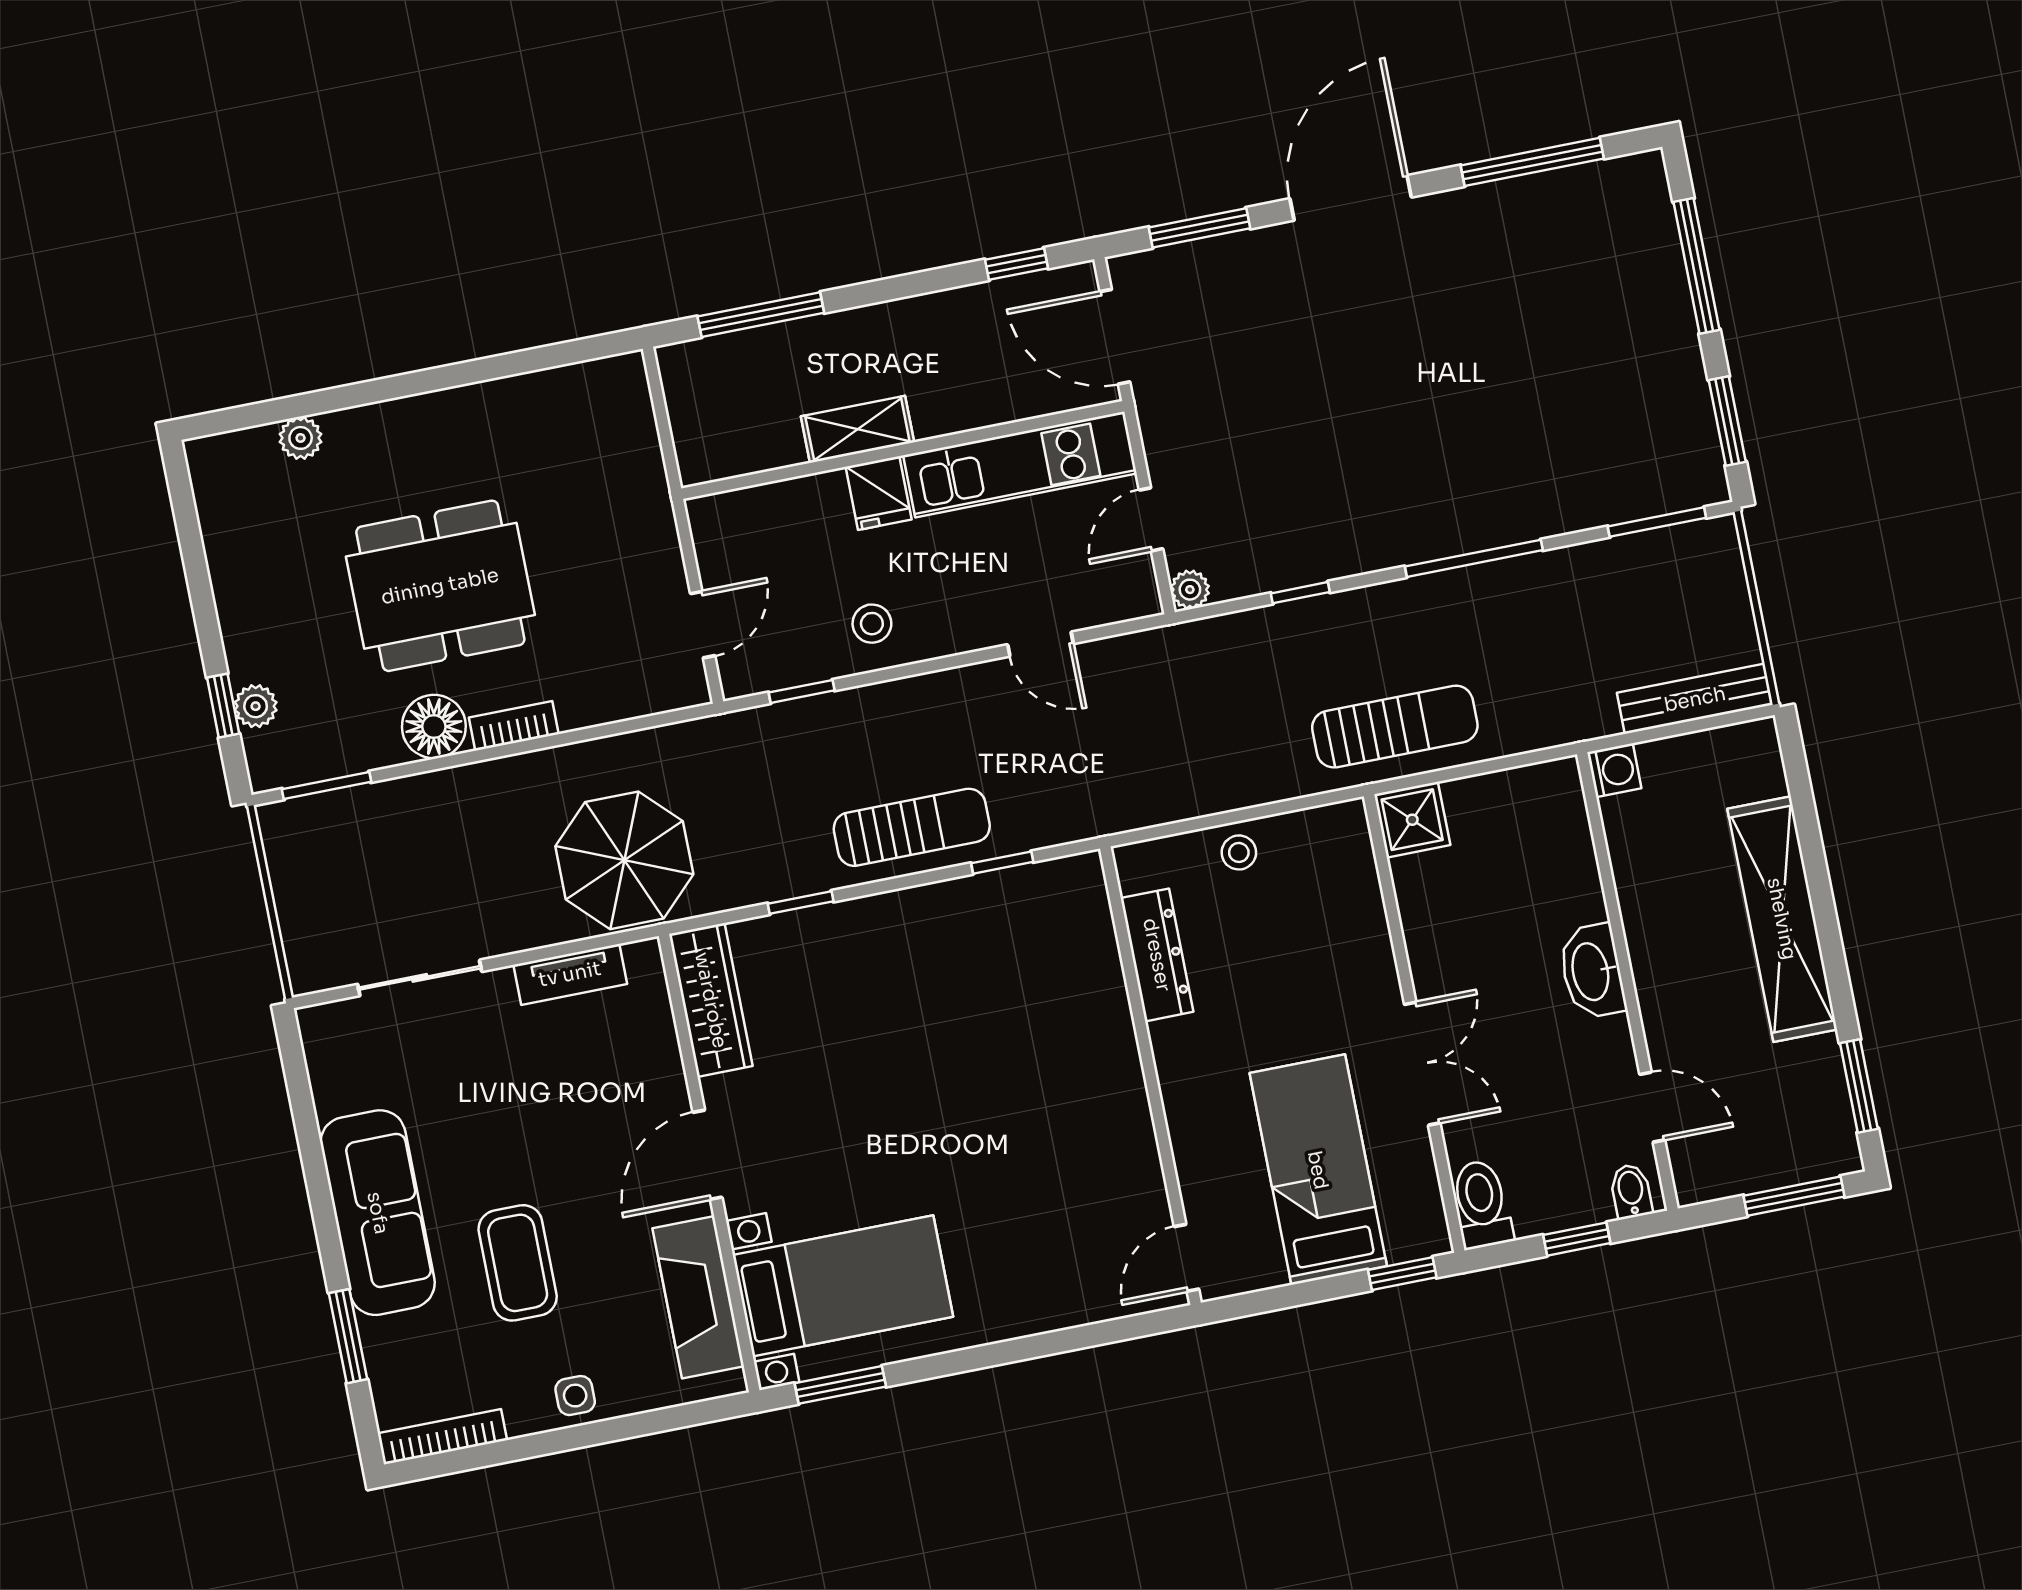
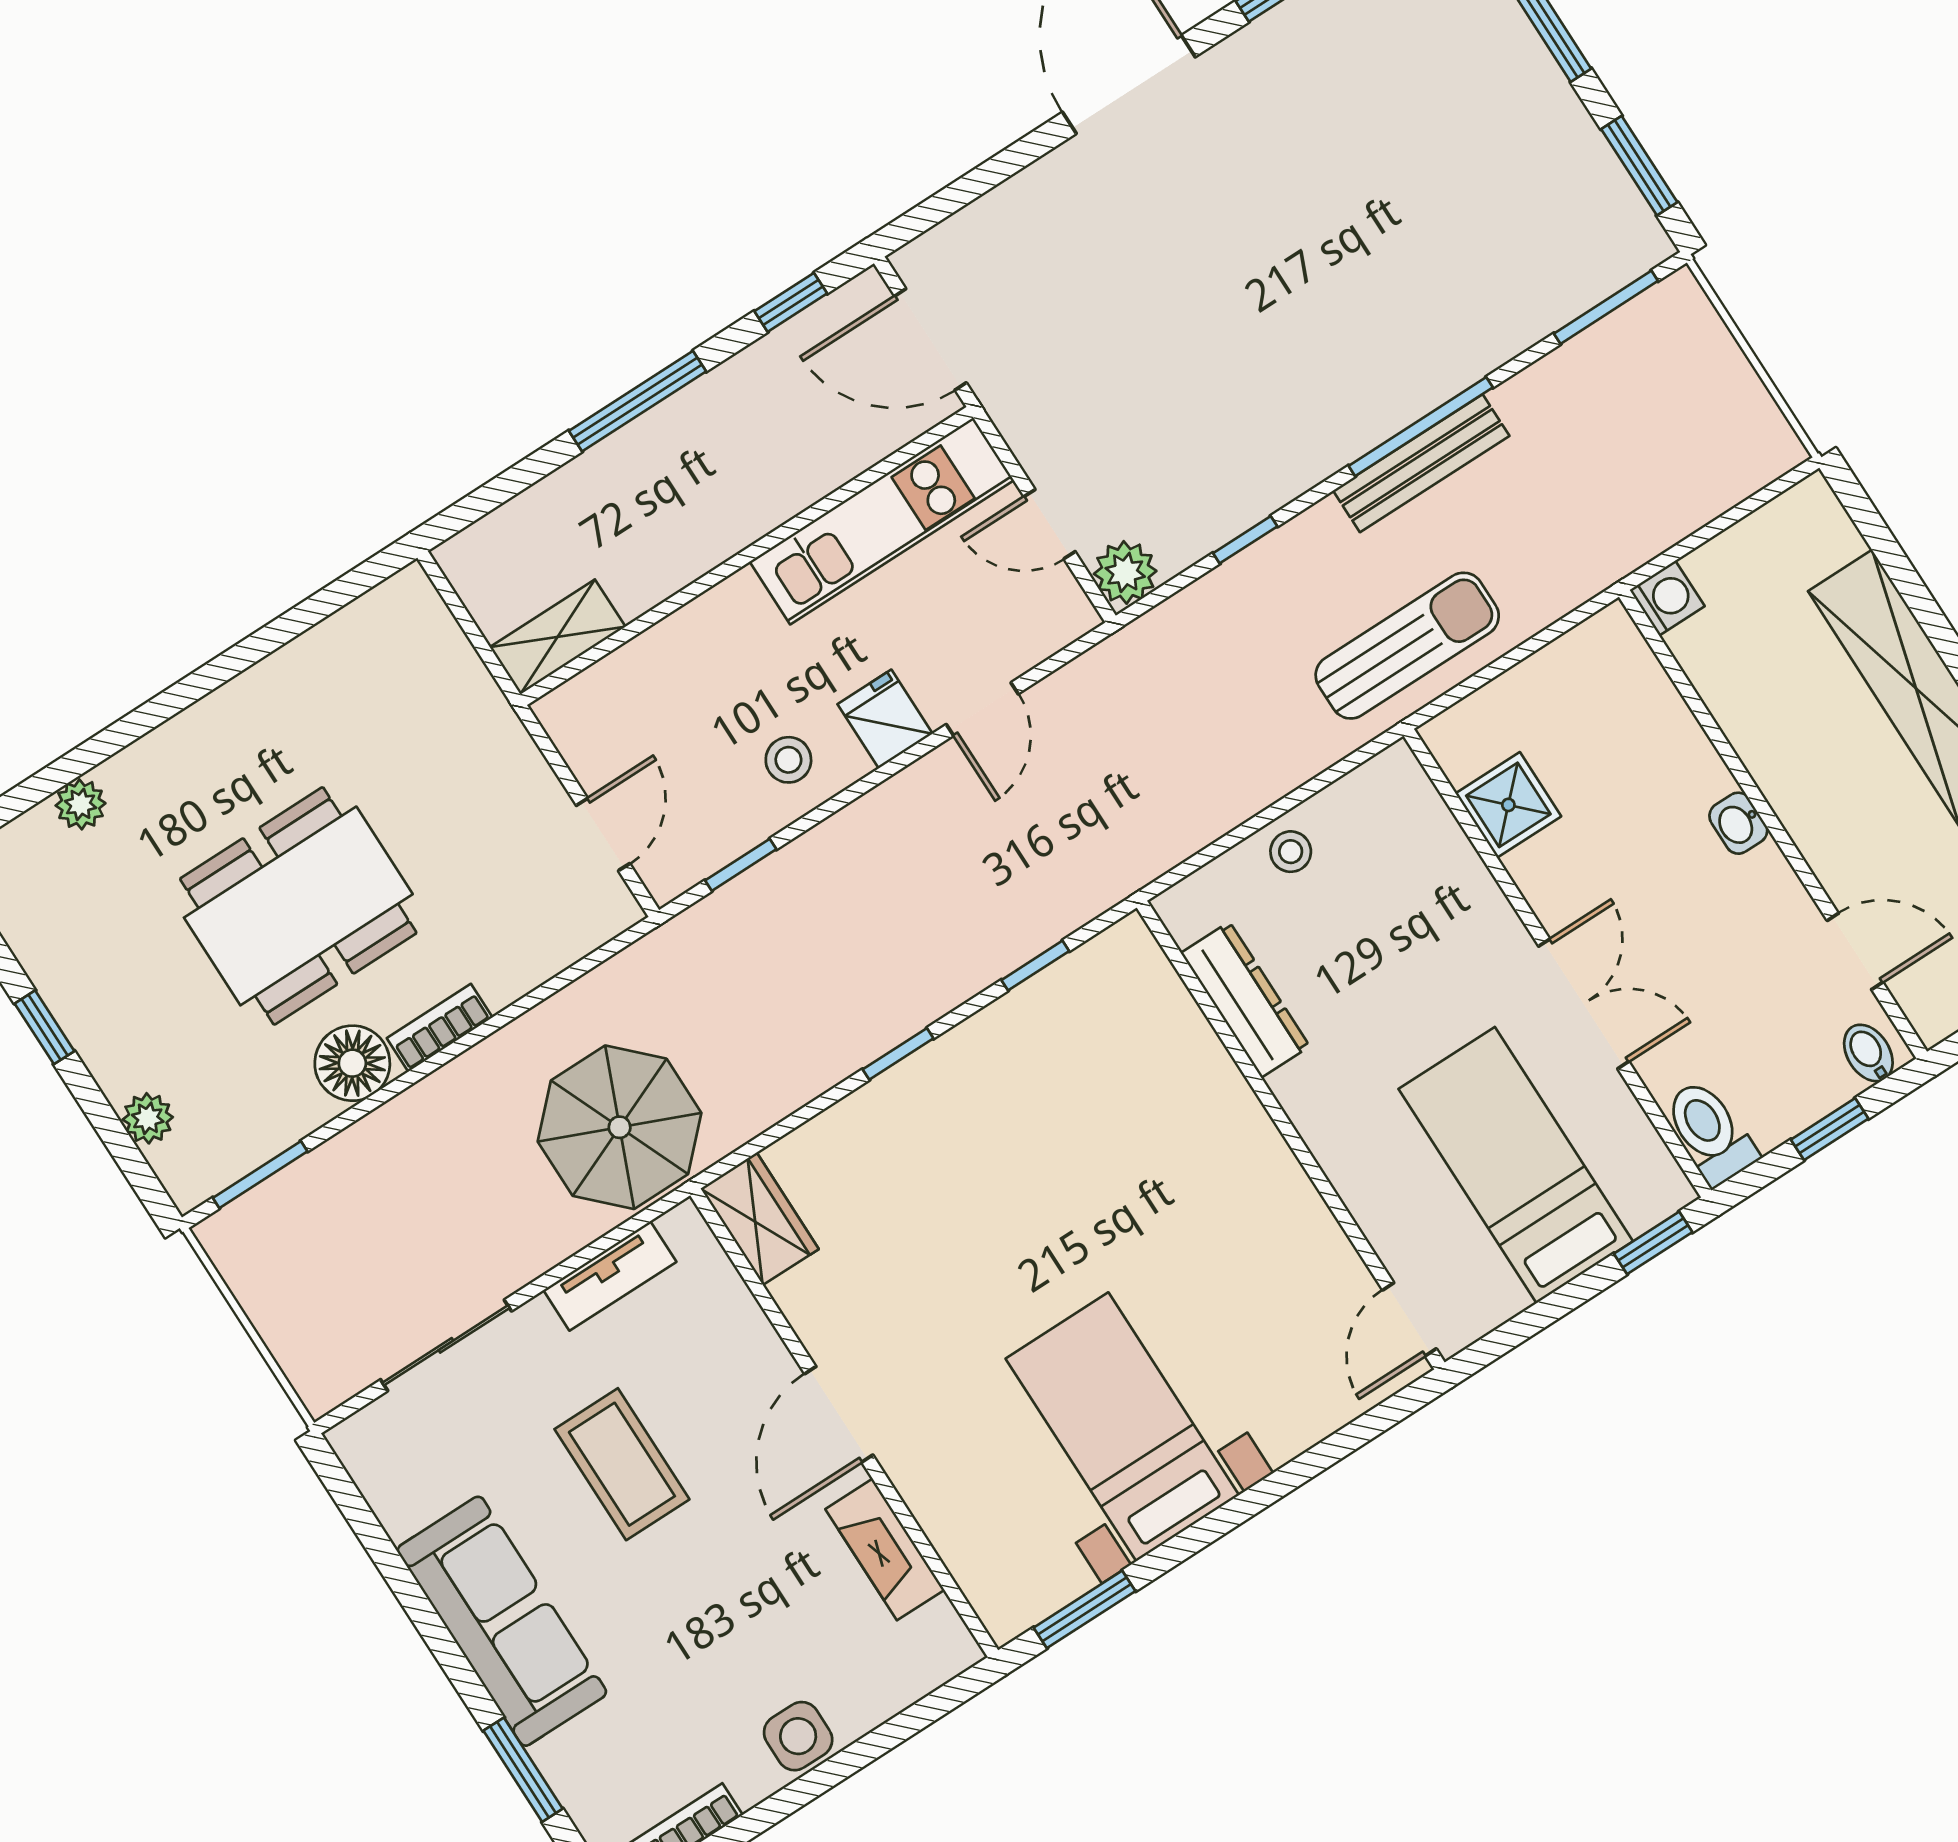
window: (1199, 228) -> (976, 183), removed
window: (761, 315) -> (637, 401), moved
shelving: (858, 429) -> (558, 637), moved
fridge: (879, 493) -> (885, 719), moved, turned 180
door: (1151, 519) -> (1049, 524), hinge flipped
plant: (1190, 590) -> (1125, 572), width x1.38, depth x1.38
door: (1040, 644) -> (982, 709), hinge flipped
bench: (1695, 699) -> (1421, 463), moved
window: (223, 706) -> (45, 1027), moved
shower: (1412, 820) -> (1508, 805), moved
sun lounger: (912, 827) -> (921, 966), removed
window: (801, 903) -> (898, 1054), moved
washbasin: (1592, 971) -> (1738, 823), width x0.52, depth x0.69
wardrobe: (711, 1000) -> (760, 1219), width x0.67
coffee table: (518, 1263) -> (622, 1464), moved
bed with nightstands: (843, 1286) -> (1122, 1427), moved, turned -90
fireplace: (698, 1297) -> (885, 1549), width x0.73, depth x0.76
side table: (575, 1396) -> (798, 1736), width x1.37, depth x1.37

